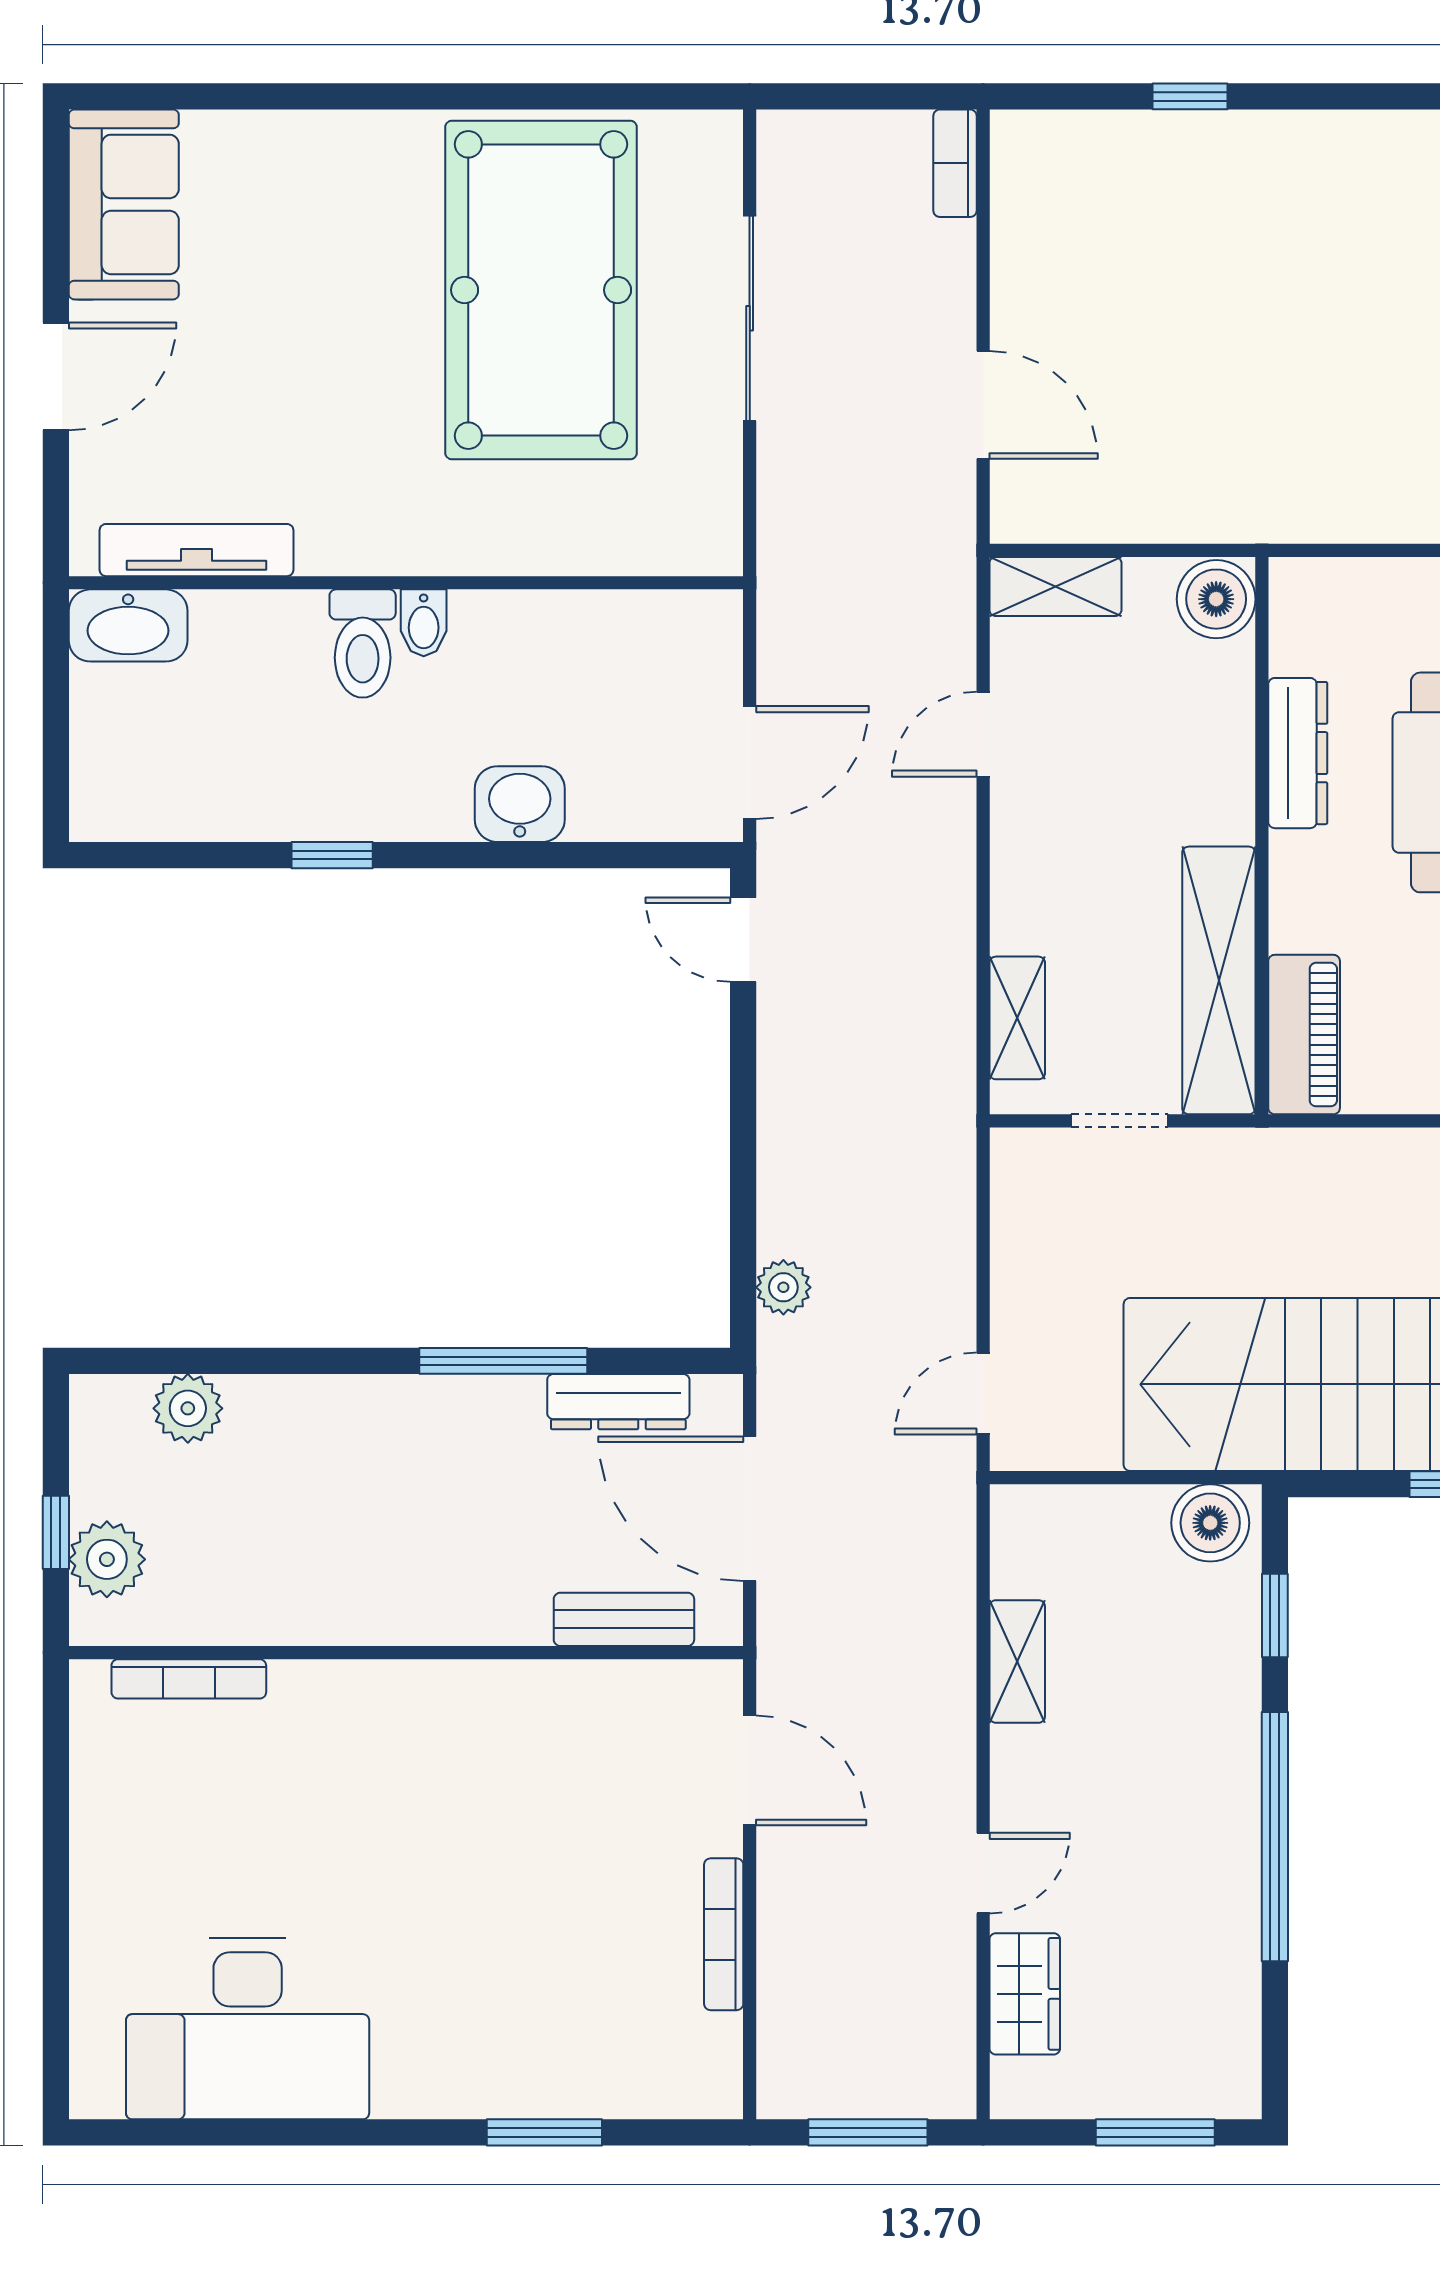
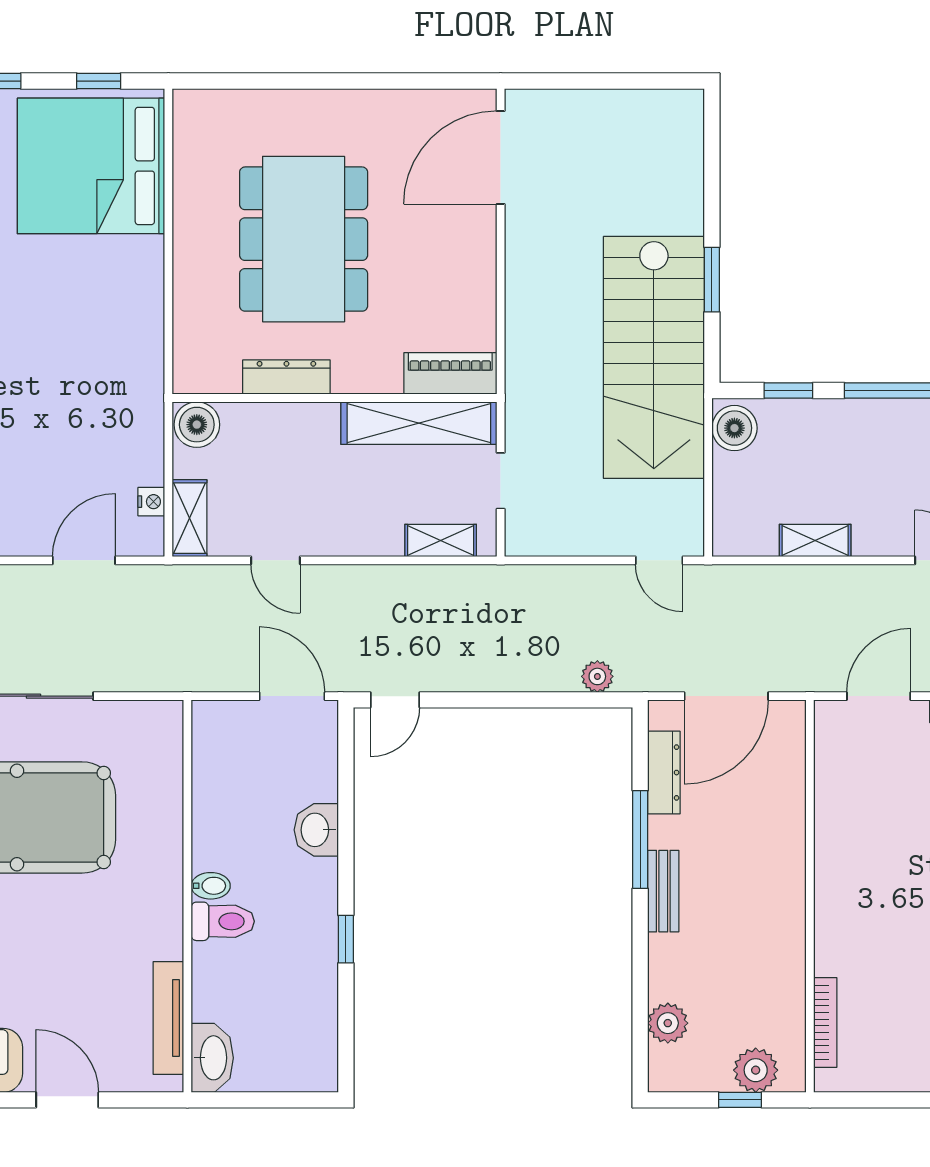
nightstand: (1084, 521) -> (151, 502), added
bench: (624, 1619) -> (663, 891), moved

